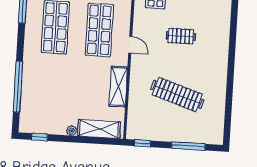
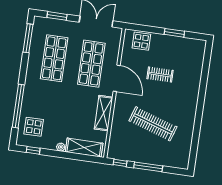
door: (130, 45) -> (117, 78), width x1.87
display table: (38, 109) -> (34, 127), added
window: (188, 146) -> (148, 167), moved

